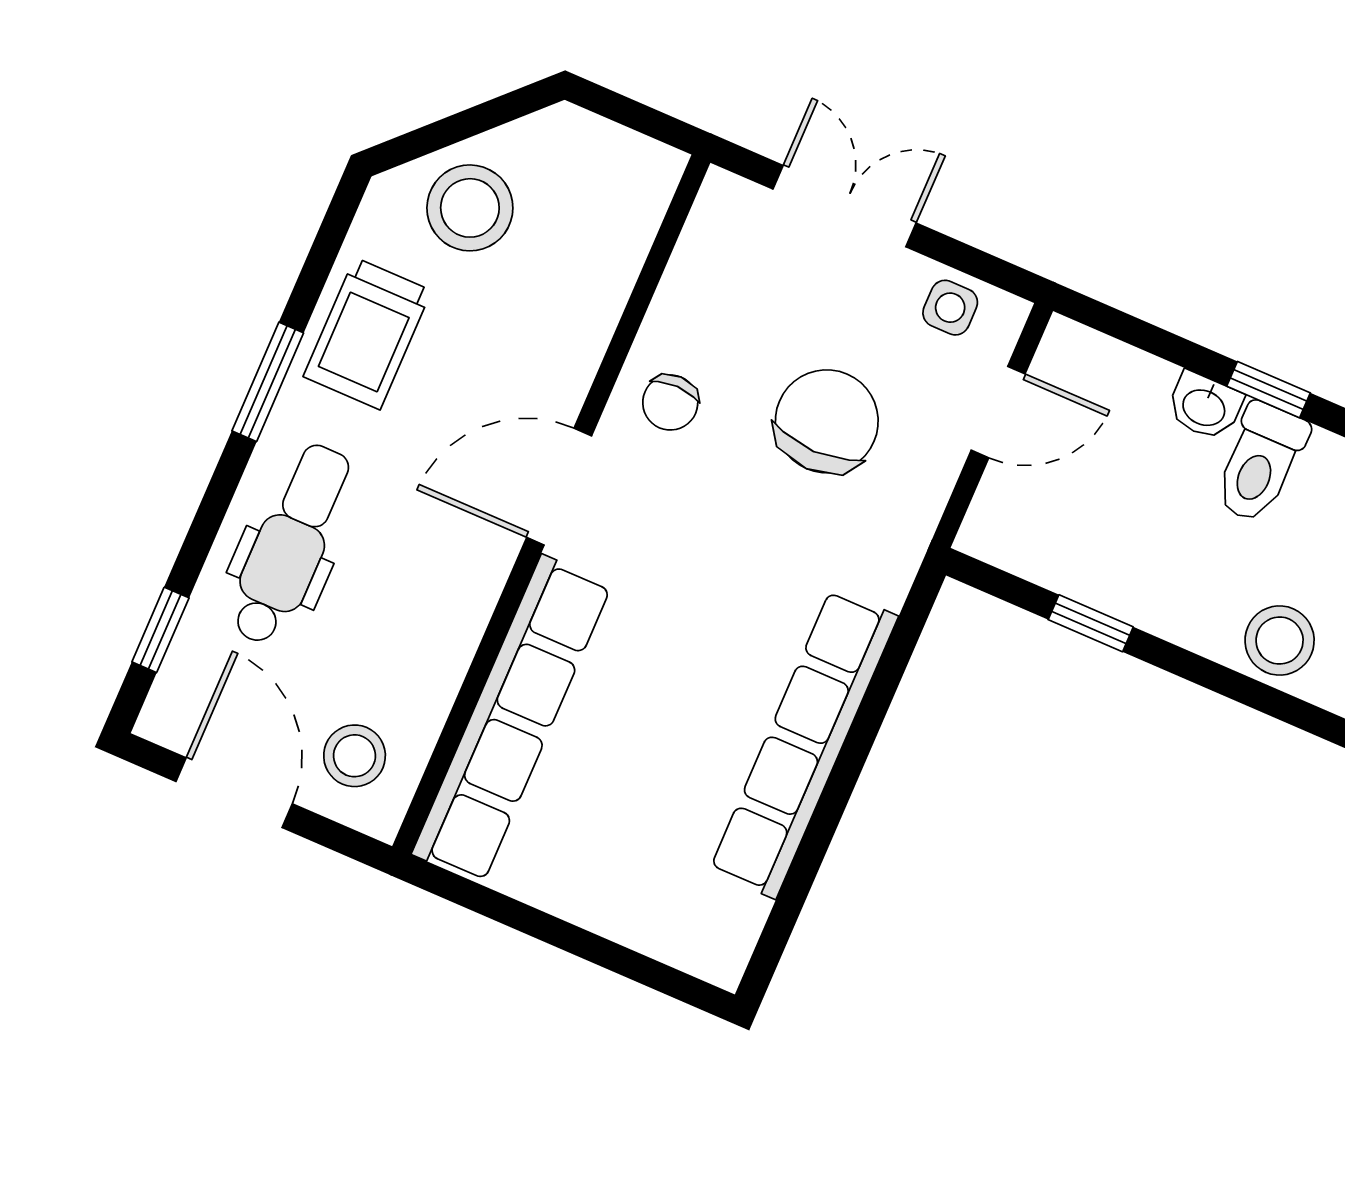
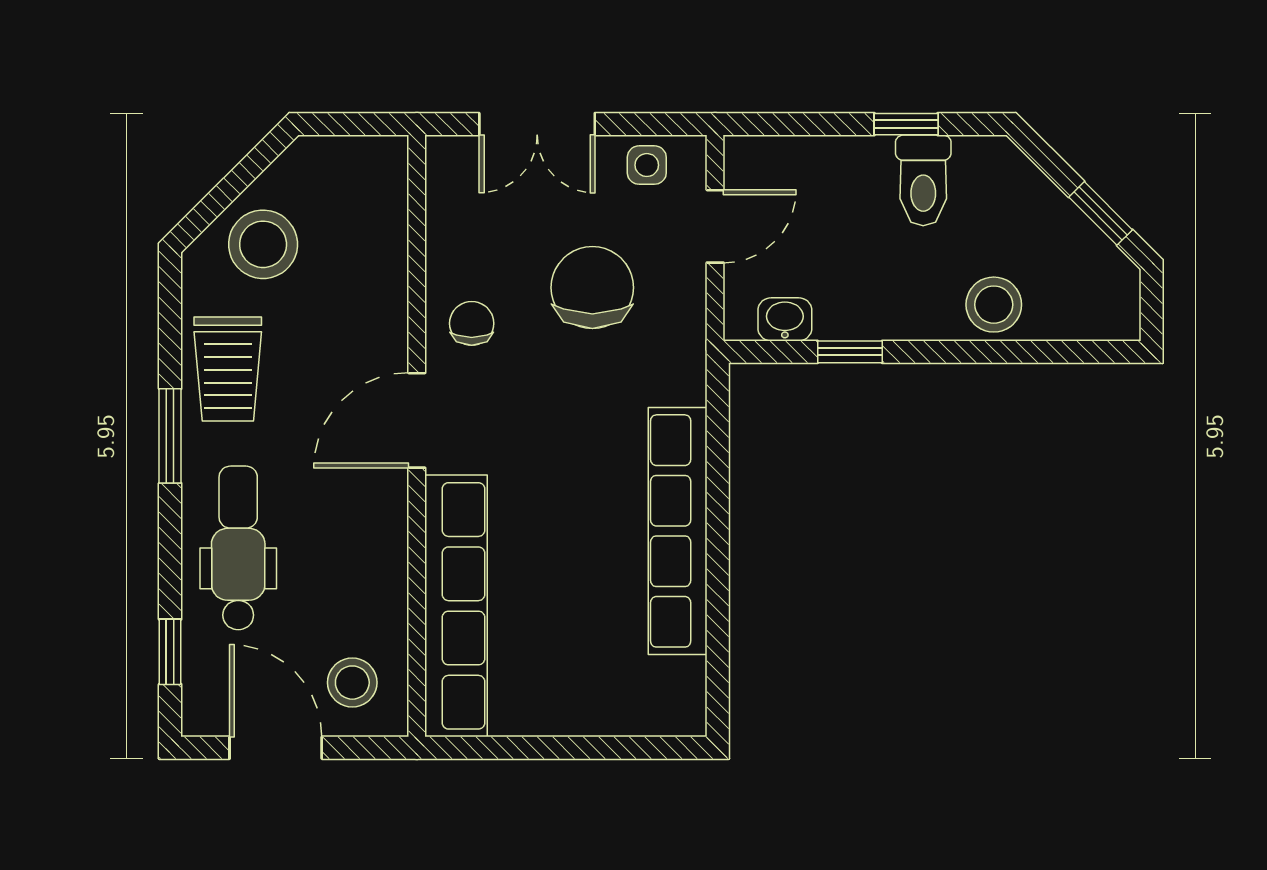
double door: (845, 206) -> (537, 124), swing flipped
chair: (670, 403) -> (472, 323), turned 180
washbasin: (1204, 406) -> (785, 319), moved, turned 180

